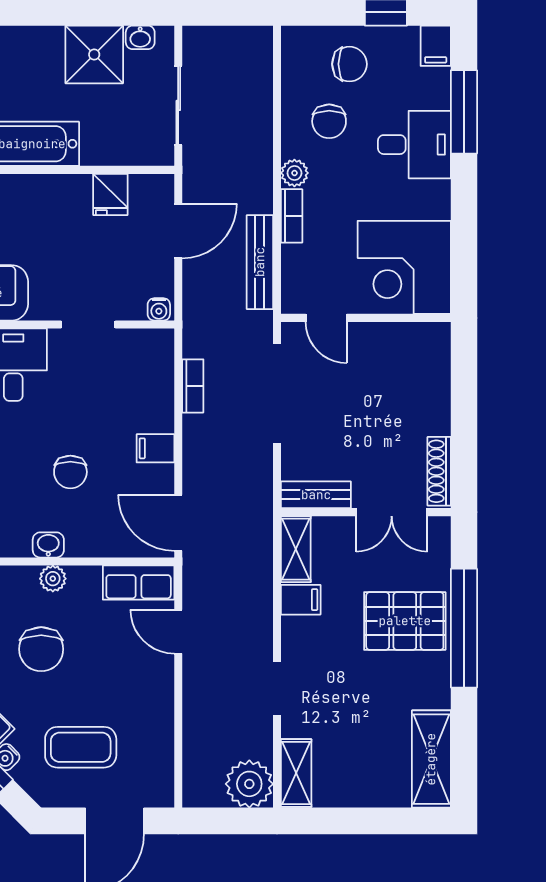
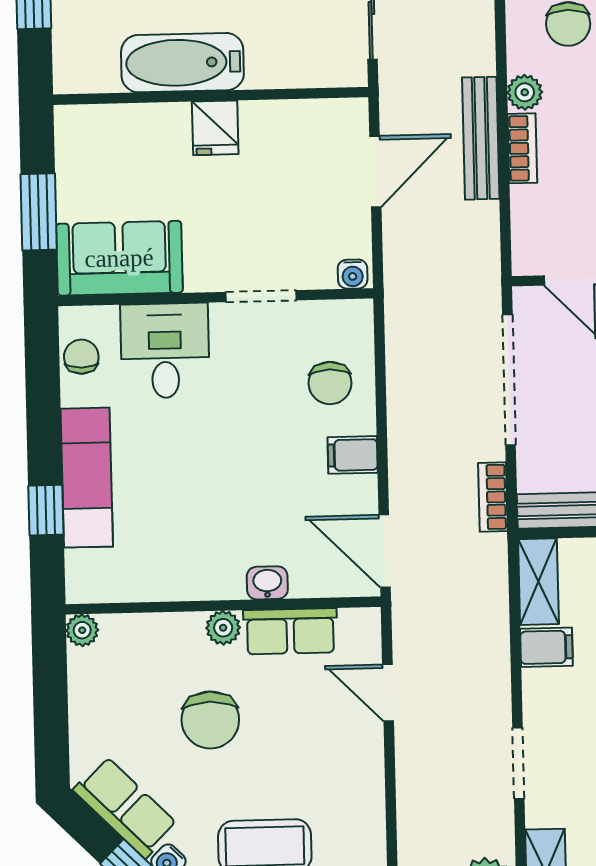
fridge: (110, 194) -> (215, 128), moved
bench: (260, 262) -> (481, 138), moved
bookcase: (193, 386) -> (493, 497), moved, turned 180
chair: (70, 472) -> (330, 383), moved
washbasin: (48, 545) -> (267, 583), moved
row of seats: (139, 583) -> (290, 631), moved

